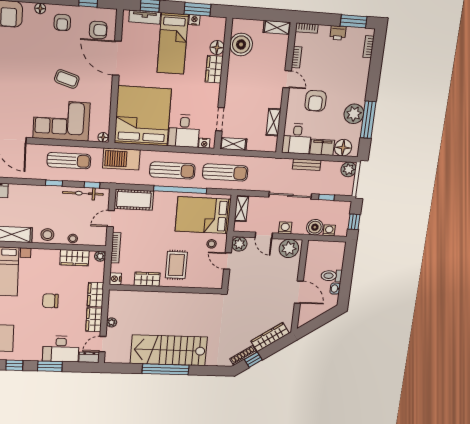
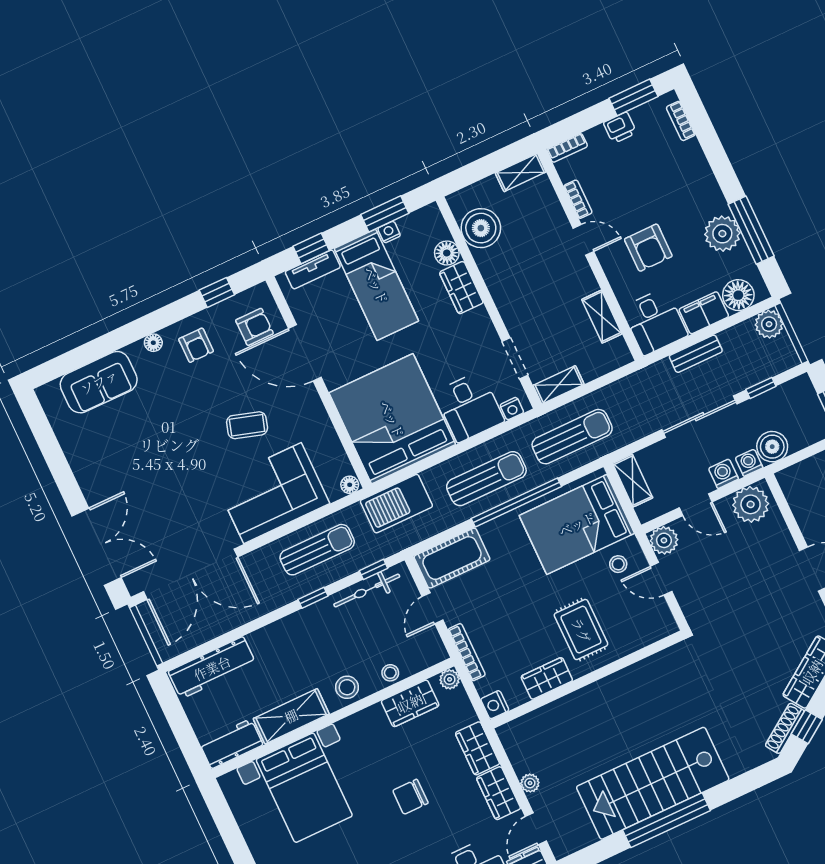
washing machine: (329, 230) -> (749, 463), moved

